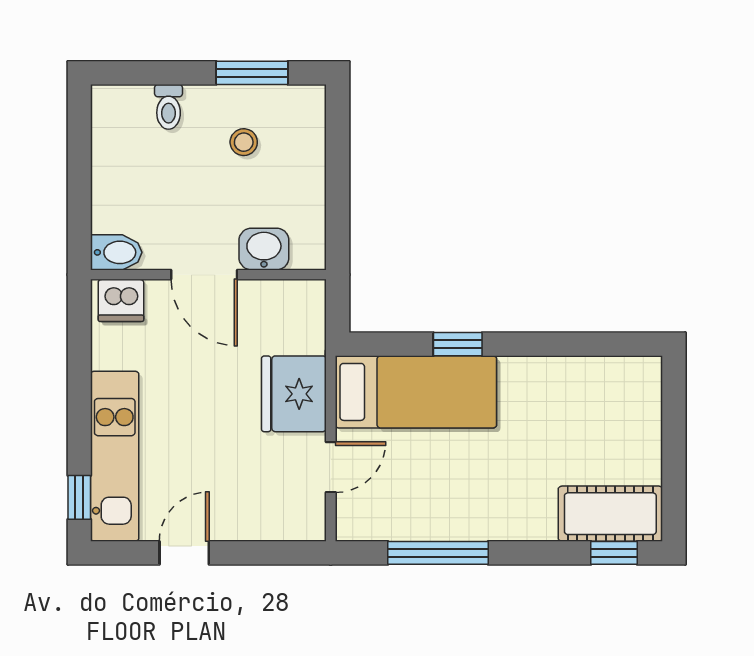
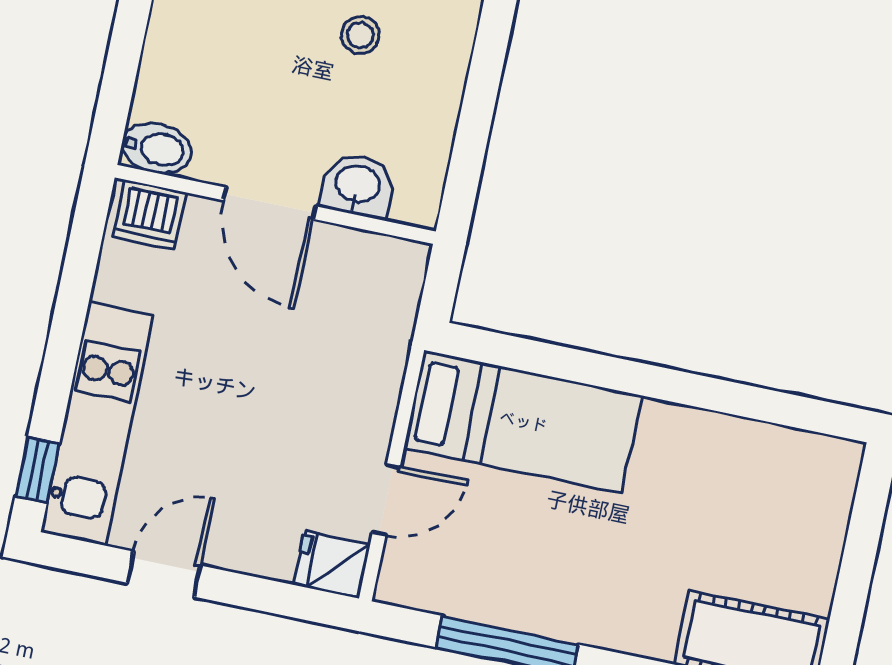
window: (458, 344) -> (593, 369), removed
fridge: (294, 394) -> (332, 565), moved, width x0.53, depth x0.75

